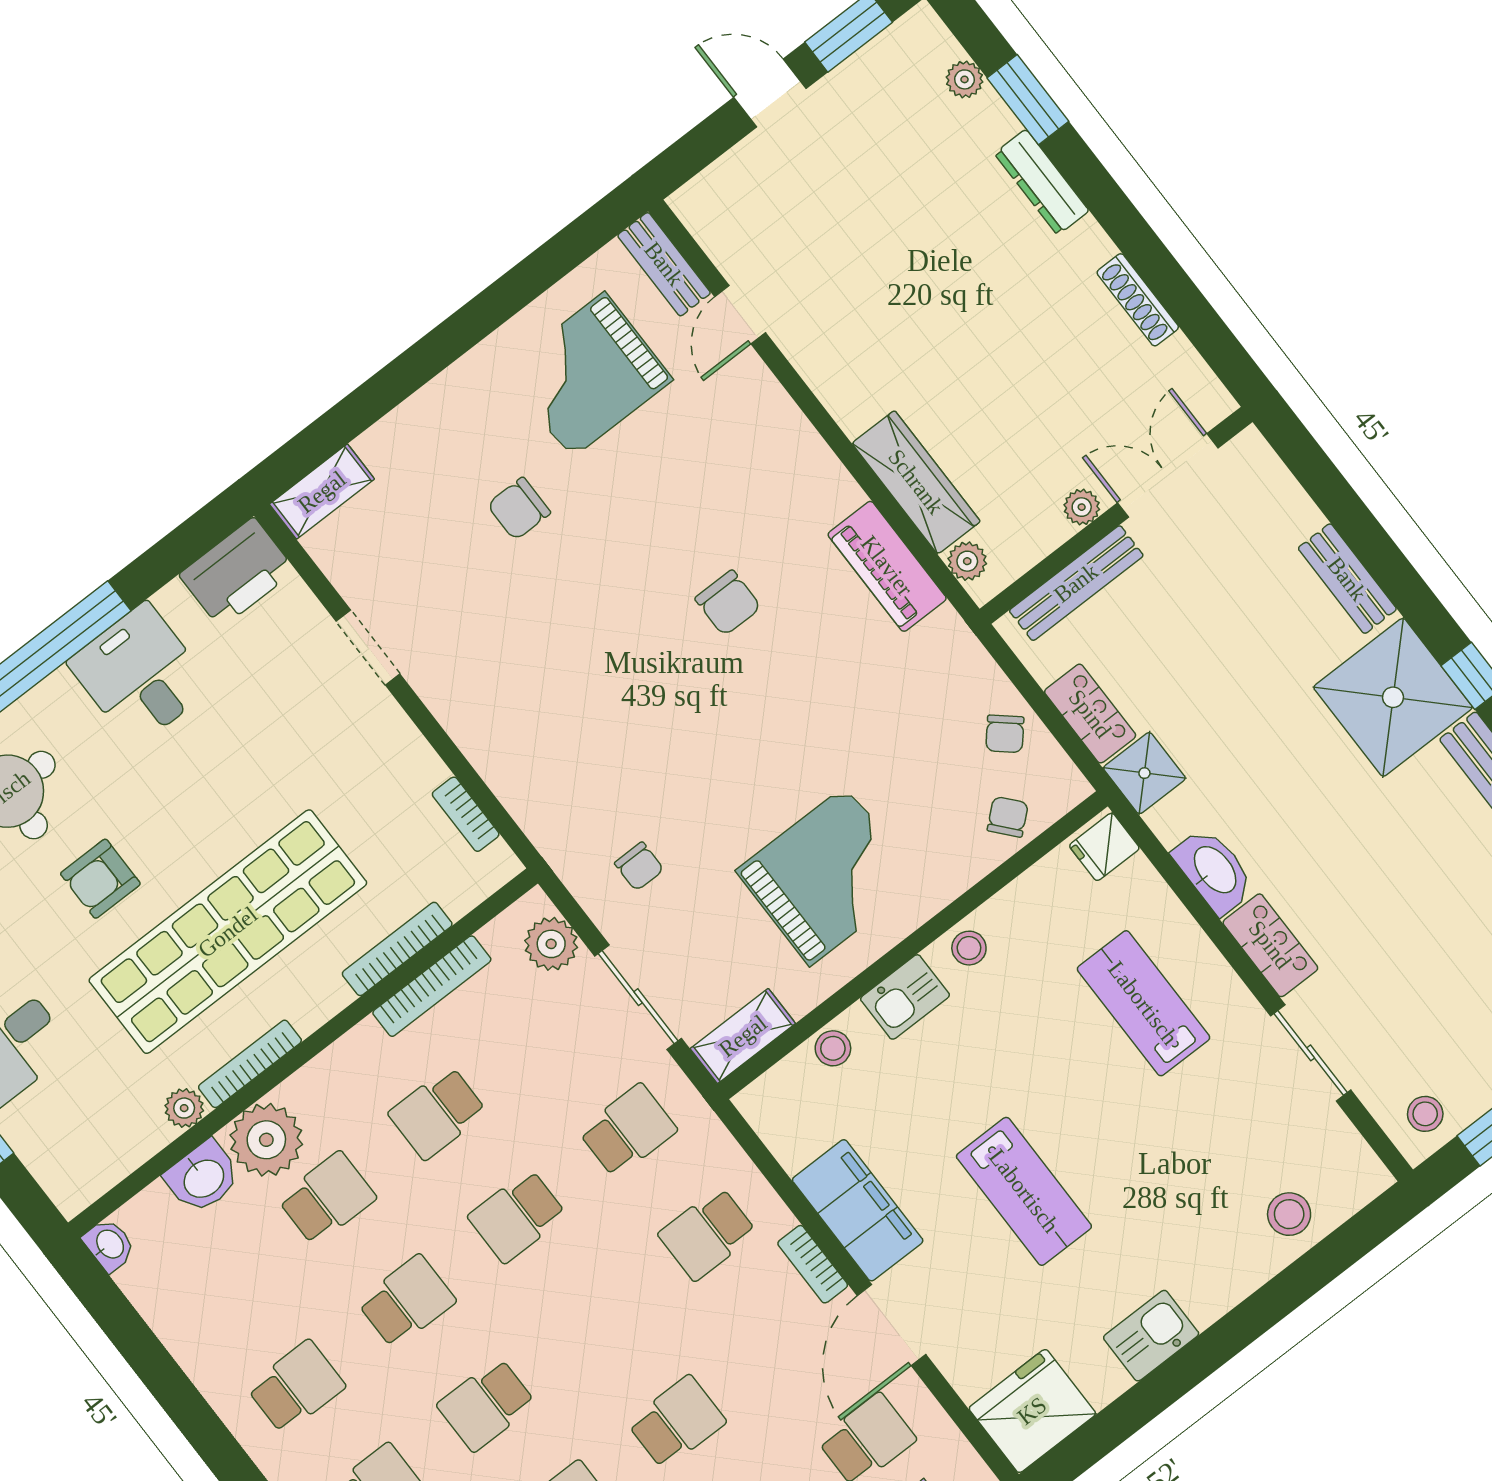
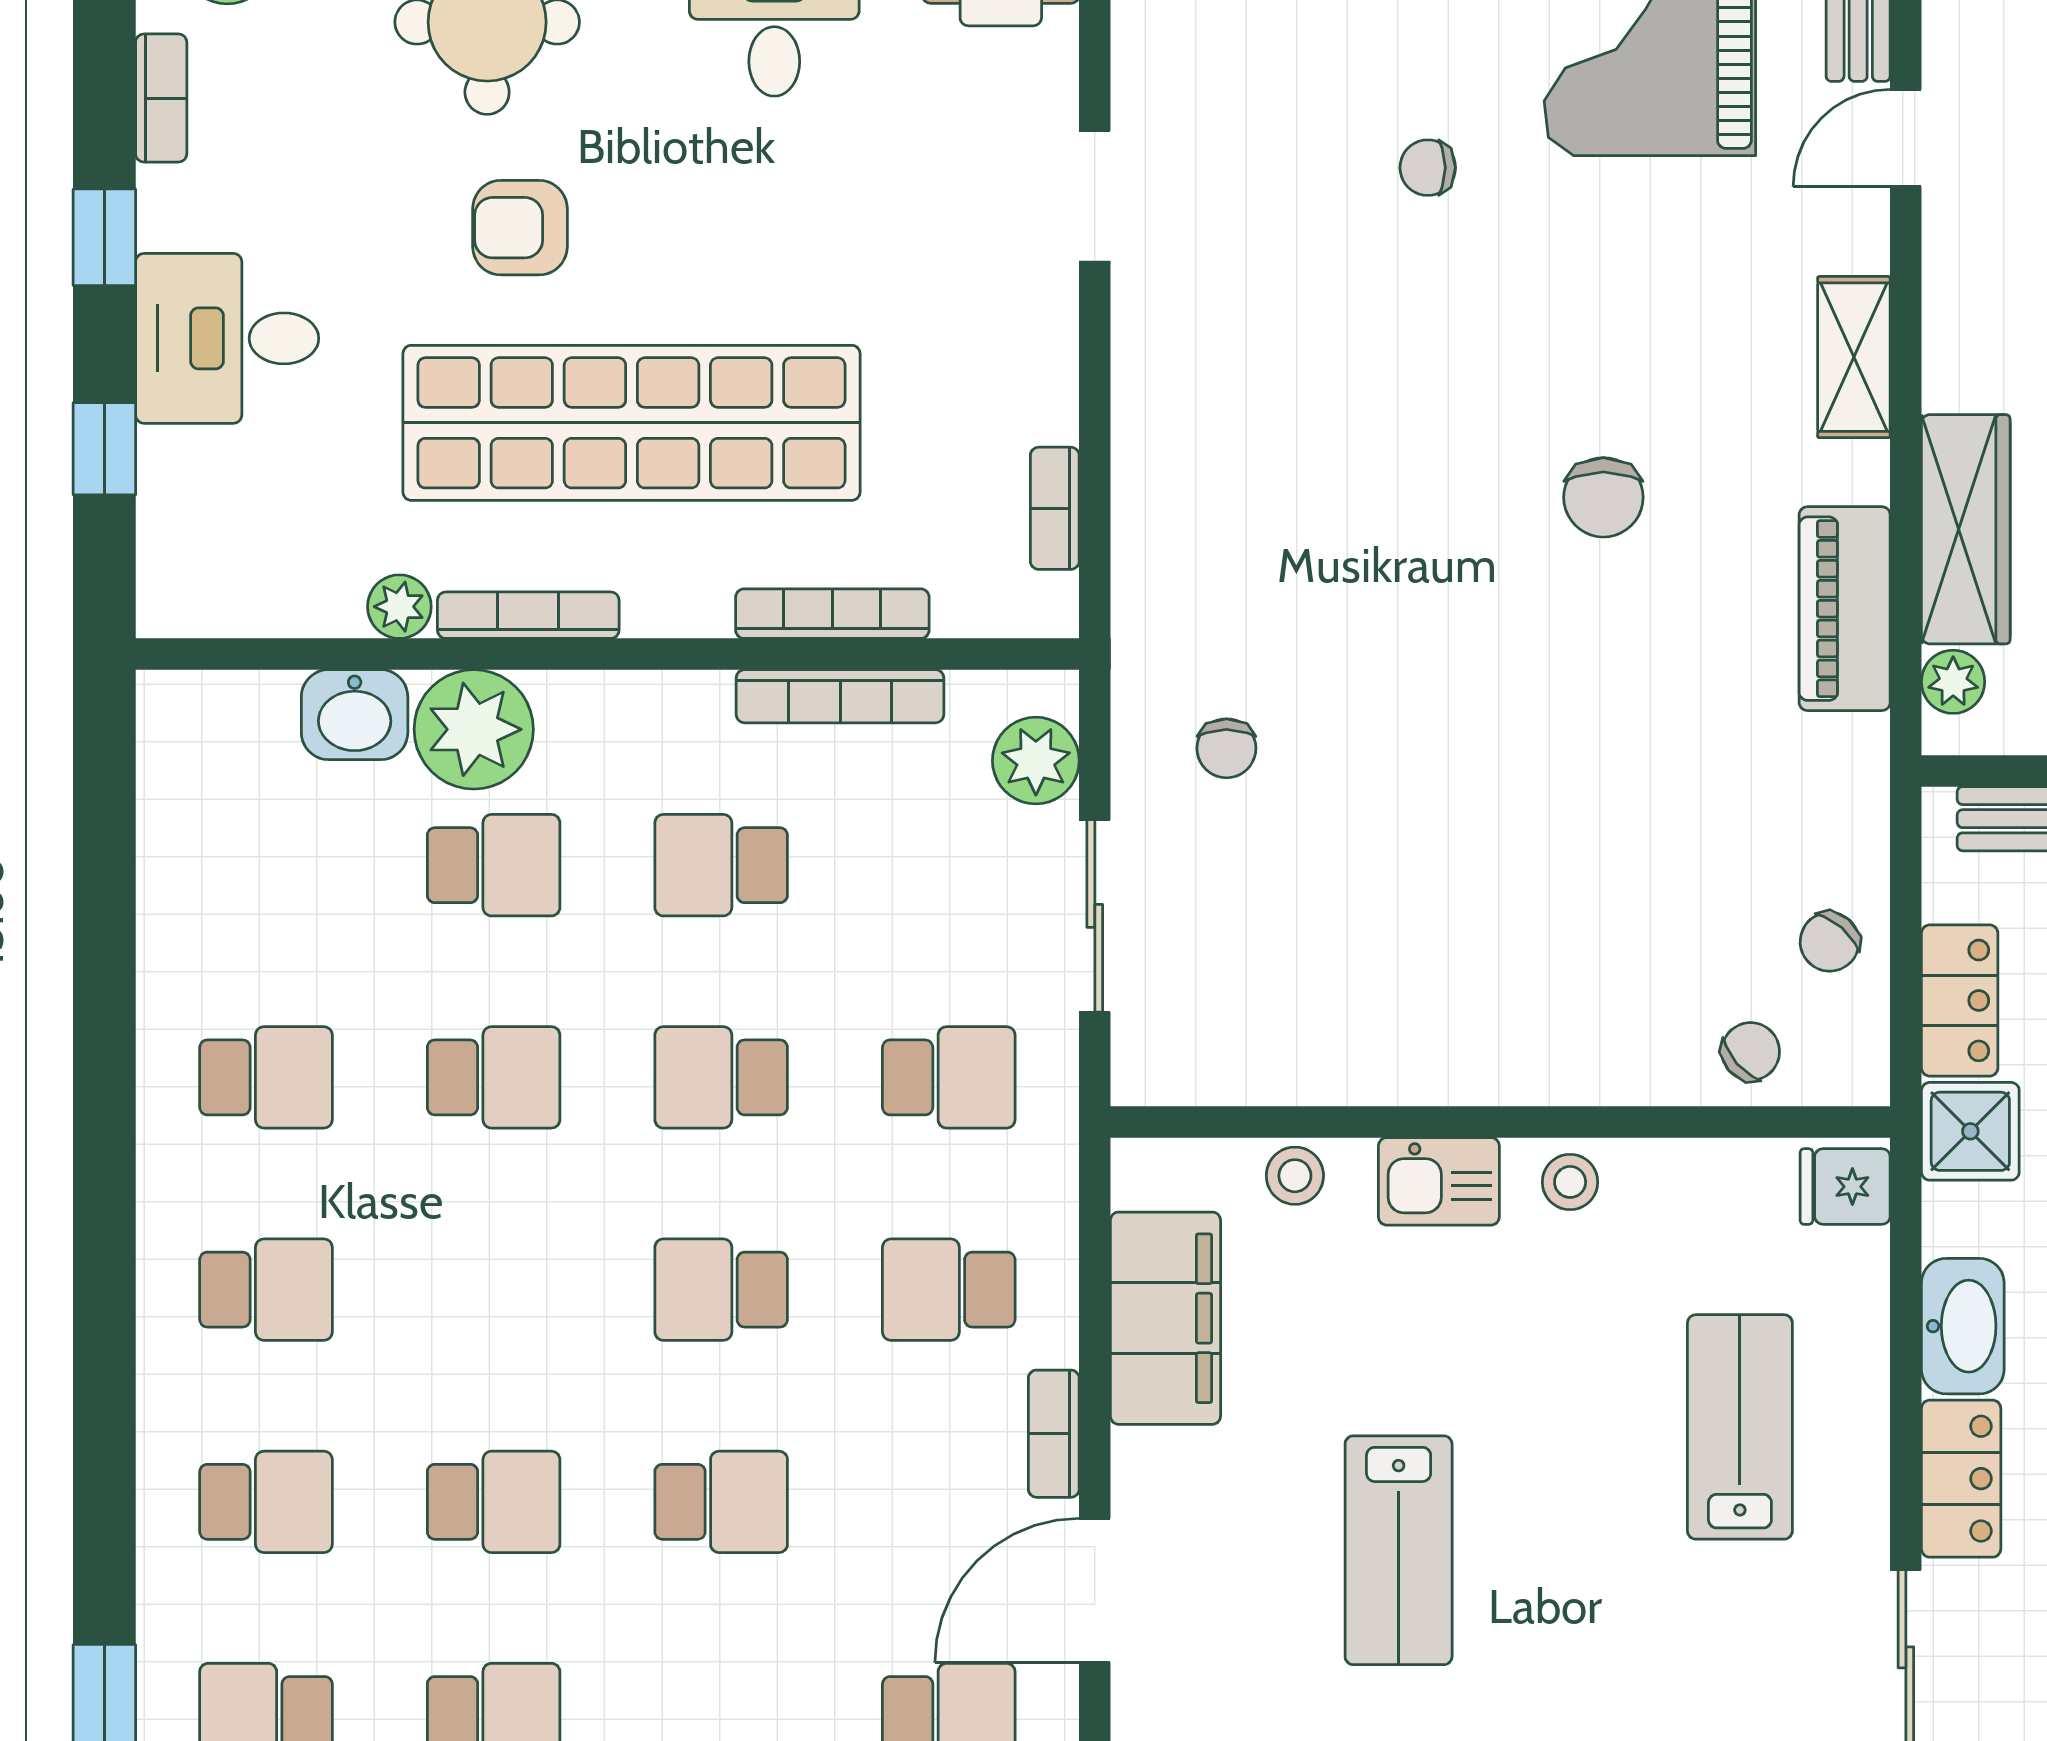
chair: (519, 509) -> (1428, 168), width x0.73, depth x0.73
grand piano: (828, 876) -> (1460, 948), removed
shelving: (743, 1036) -> (1854, 357), moved, turned 90
filing cabinet: (858, 1210) -> (1165, 1318), moved
washbasin: (109, 1245) -> (167, 708), removed
school desk: (486, 1405) -> (721, 1290), moved

